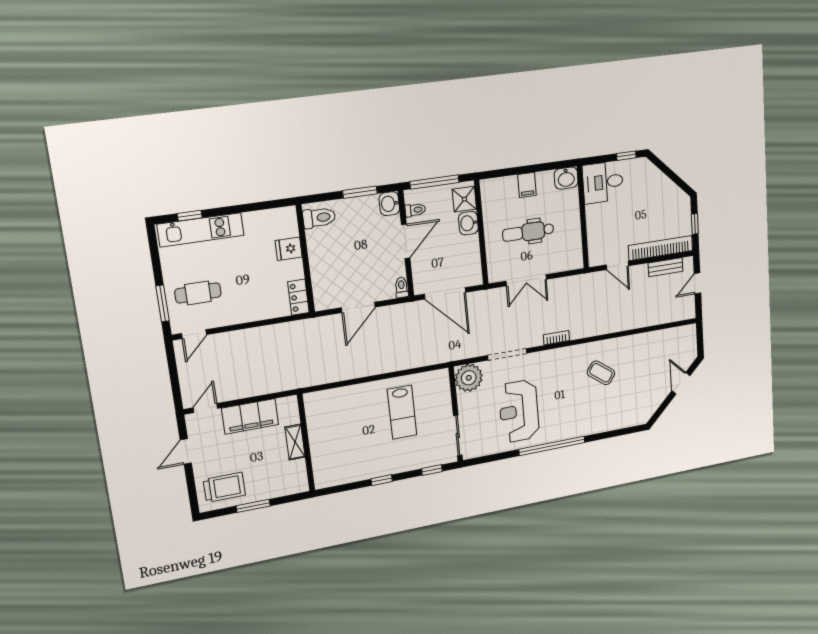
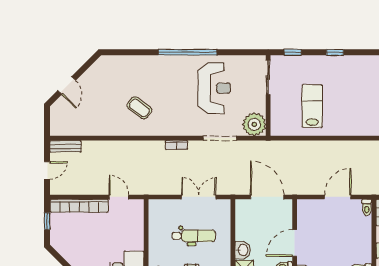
bench: (666, 267) -> (65, 146), moved
toilet: (402, 287) -> (367, 207), moved

